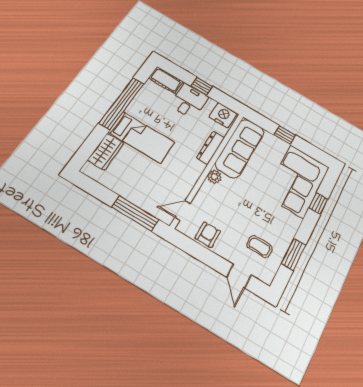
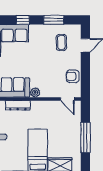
window: (318, 204) -> (23, 20), moved
window: (135, 213) -> (85, 138), moved

